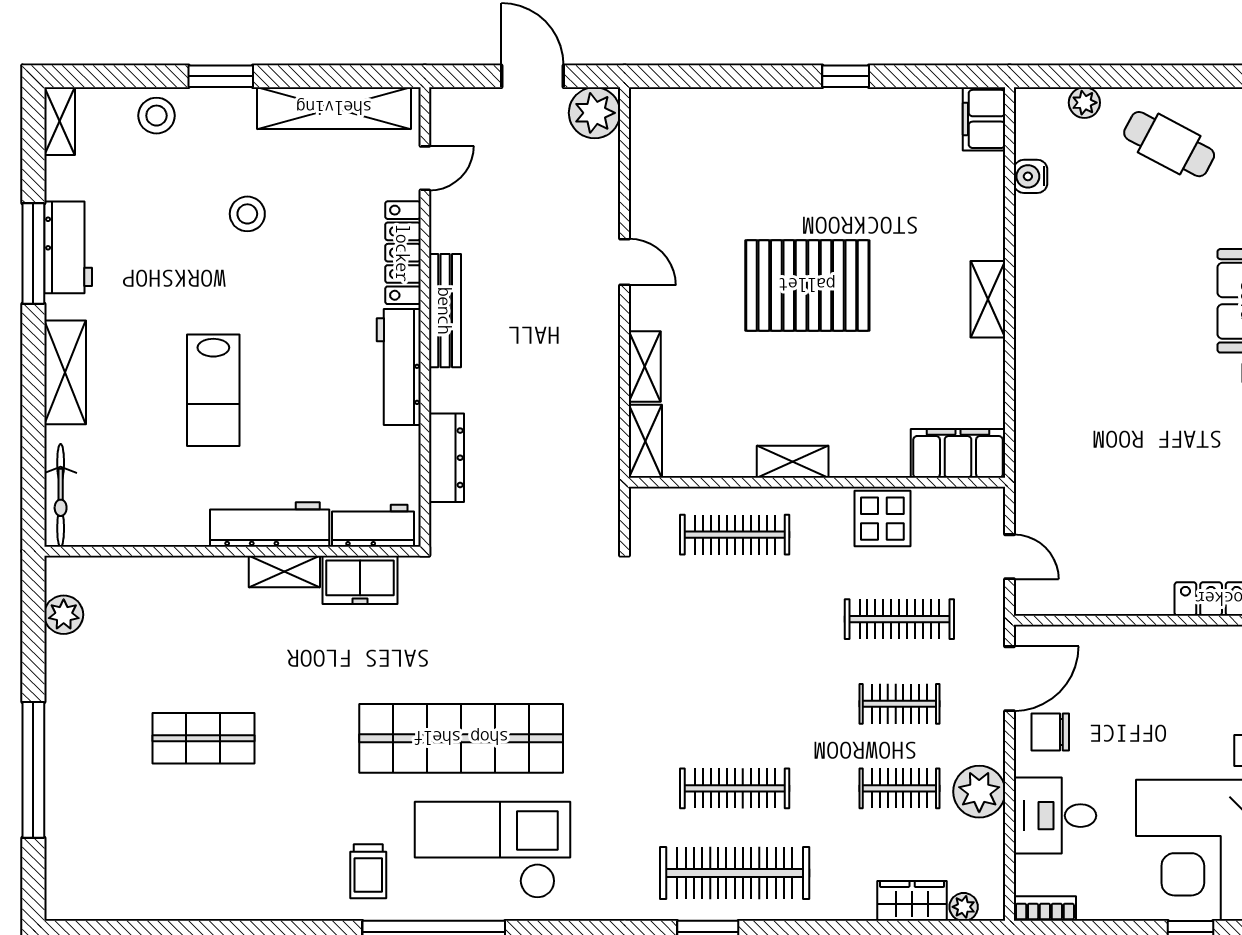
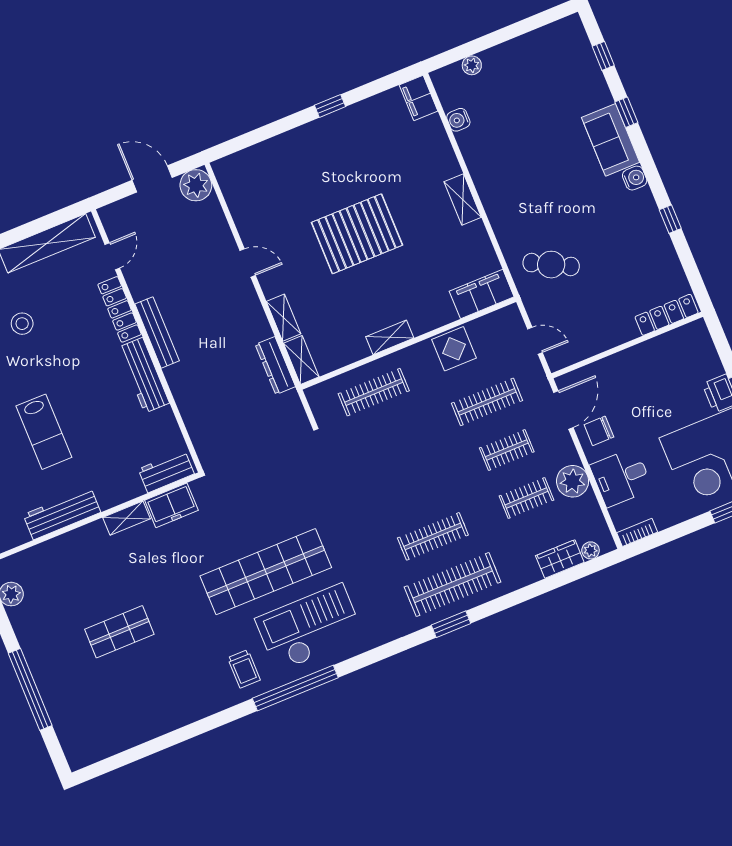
cafe table: (1169, 144) -> (551, 265), moved
dresser: (447, 458) -> (275, 366), moved, turned 180
workbench: (270, 525) -> (62, 513), moved

